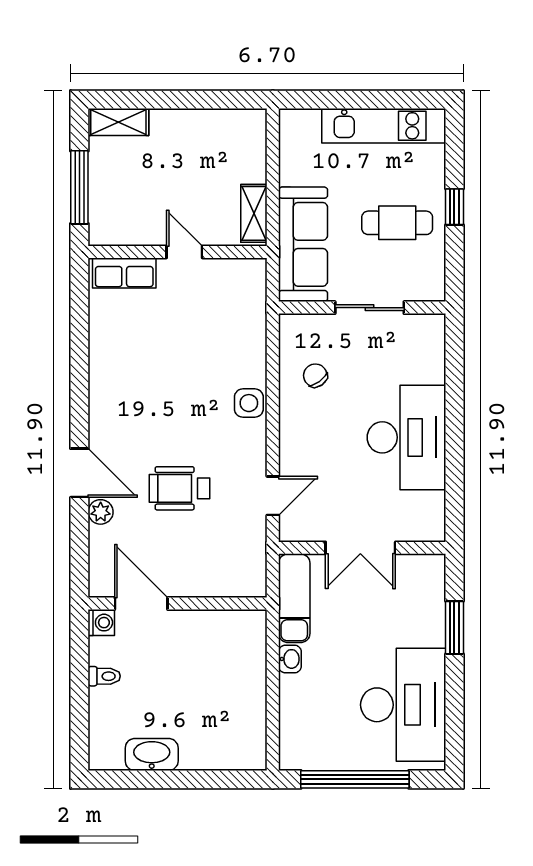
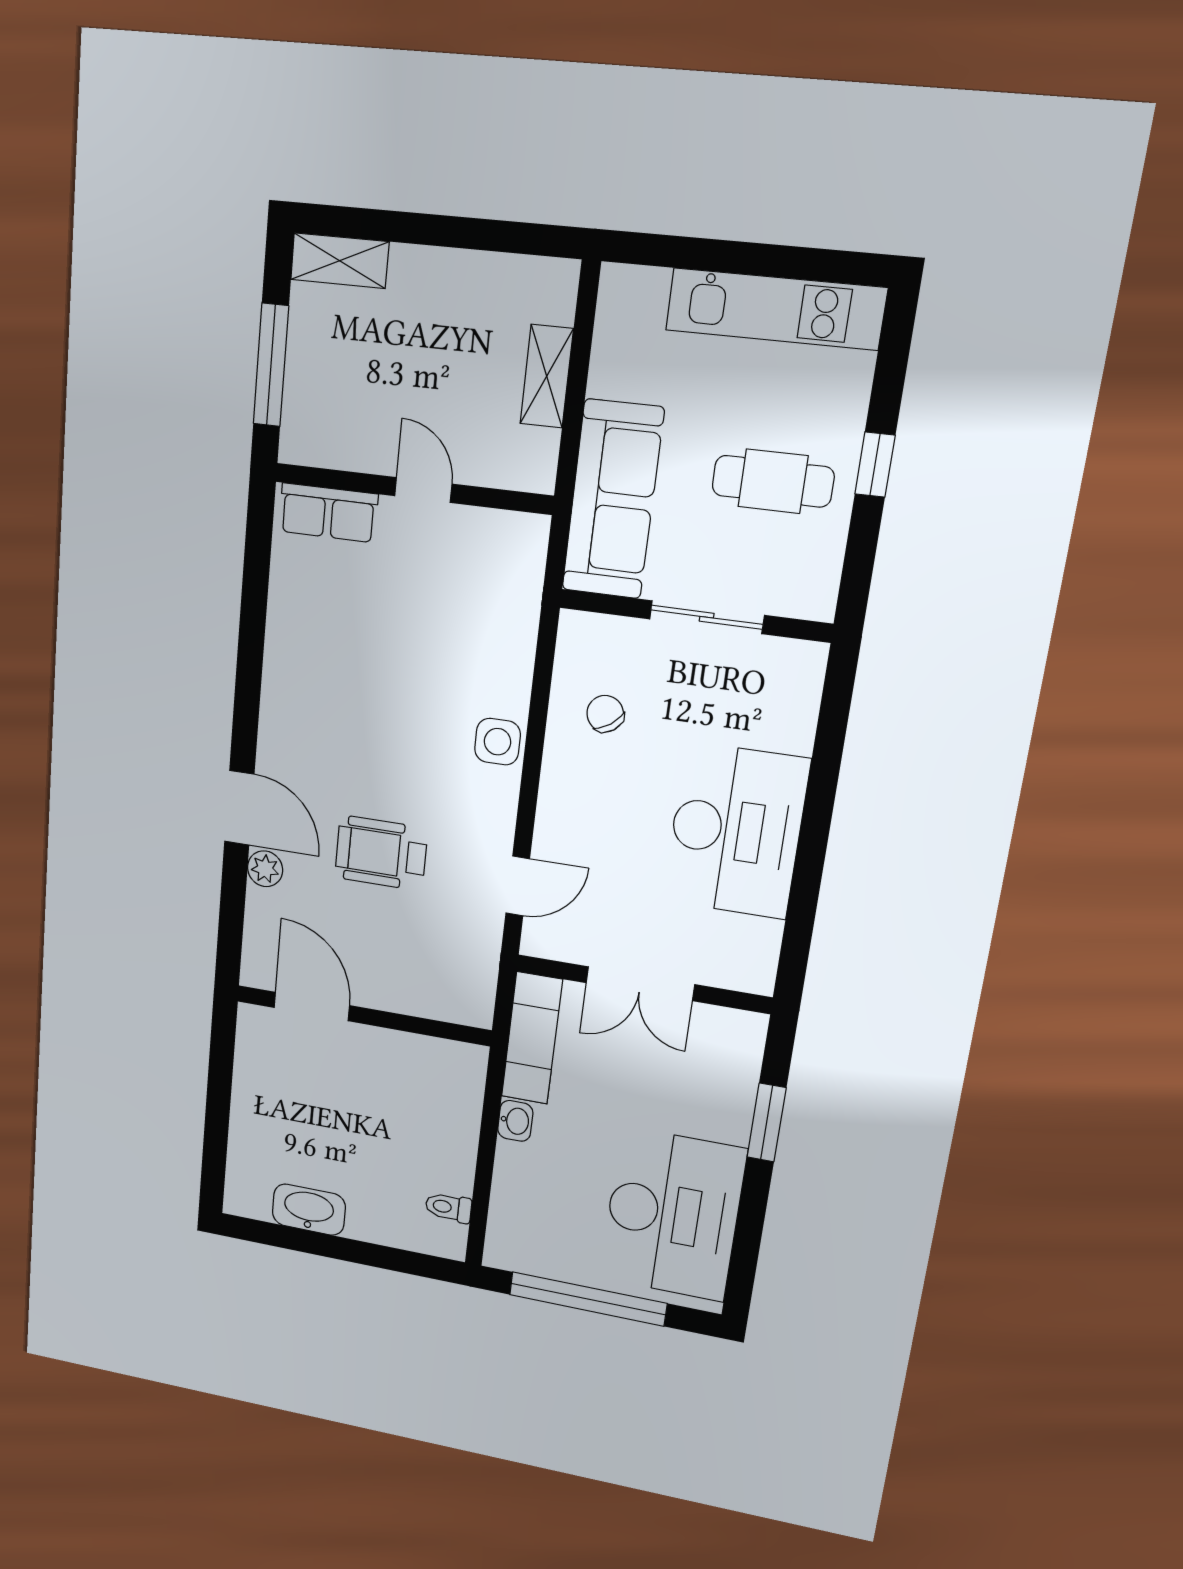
shelving: (254, 213) -> (547, 376), moved
washing machine: (101, 623) -> (254, 1023), removed
toilet: (104, 676) -> (448, 1207), moved, turned 180

